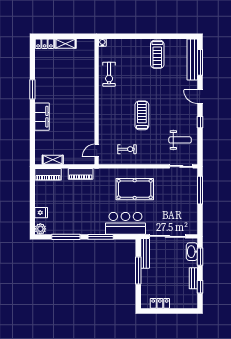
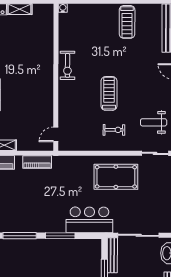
exercise bike: (109, 74) -> (67, 65), moved
weight bench: (180, 140) -> (154, 122), turned 180
exercise bike: (127, 149) -> (114, 130), moved
pool table: (135, 189) -> (116, 177), moved

